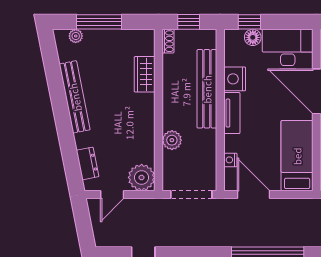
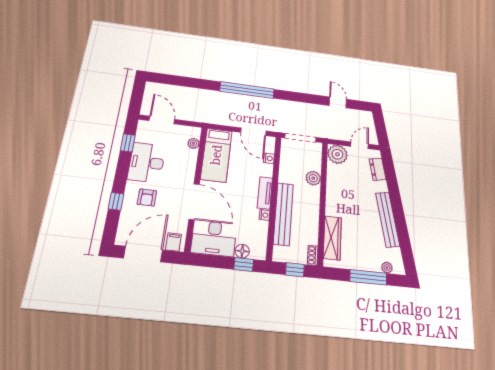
wardrobe: (145, 74) -> (332, 238), width x1.50
nightstand: (235, 79) -> (265, 215), width x0.53, depth x0.56

